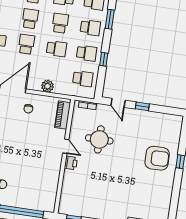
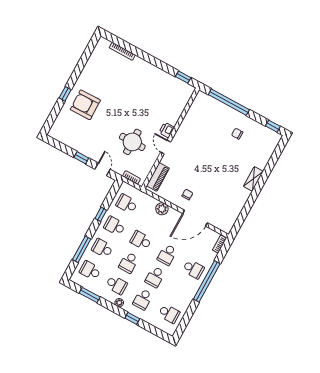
window: (110, 19) -> (82, 249), width x1.44

